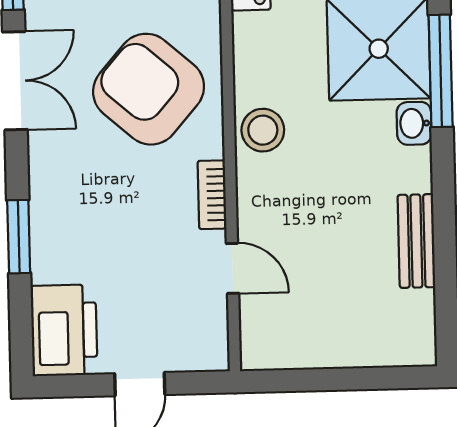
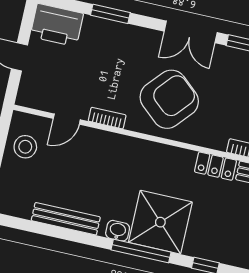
stool: (263, 130) -> (25, 147), moved
bench: (416, 241) -> (66, 219), width x1.36

